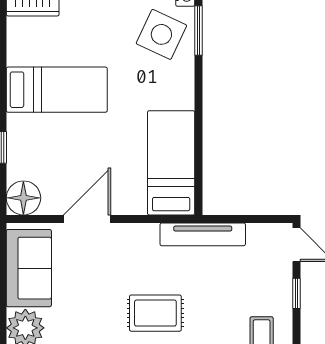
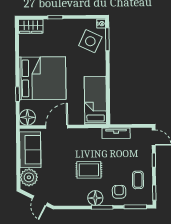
bed: (57, 90) -> (42, 78), width x2.04
tv unit: (203, 234) -> (116, 133), width x0.71

